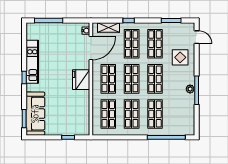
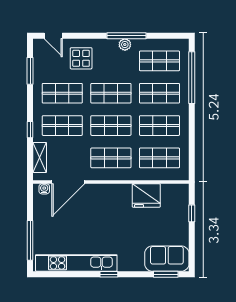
door: (197, 37) -> (53, 36), swing flipped
door: (91, 48) -> (68, 182), swing flipped
kitchen unit: (32, 62) -> (76, 263), width x1.36
fridge: (81, 80) -> (146, 195), moved
sofa: (35, 114) -> (167, 259), width x0.73
shop shelf: (178, 114) -> (159, 61), added

